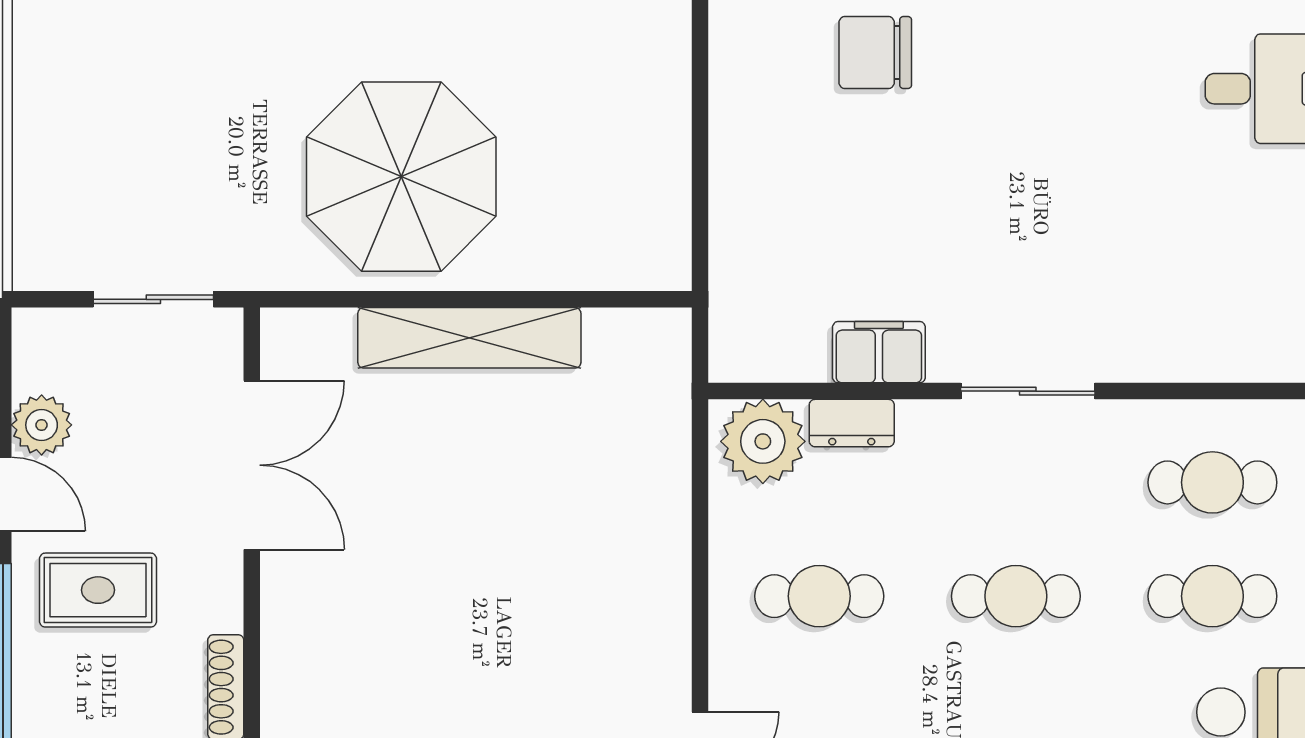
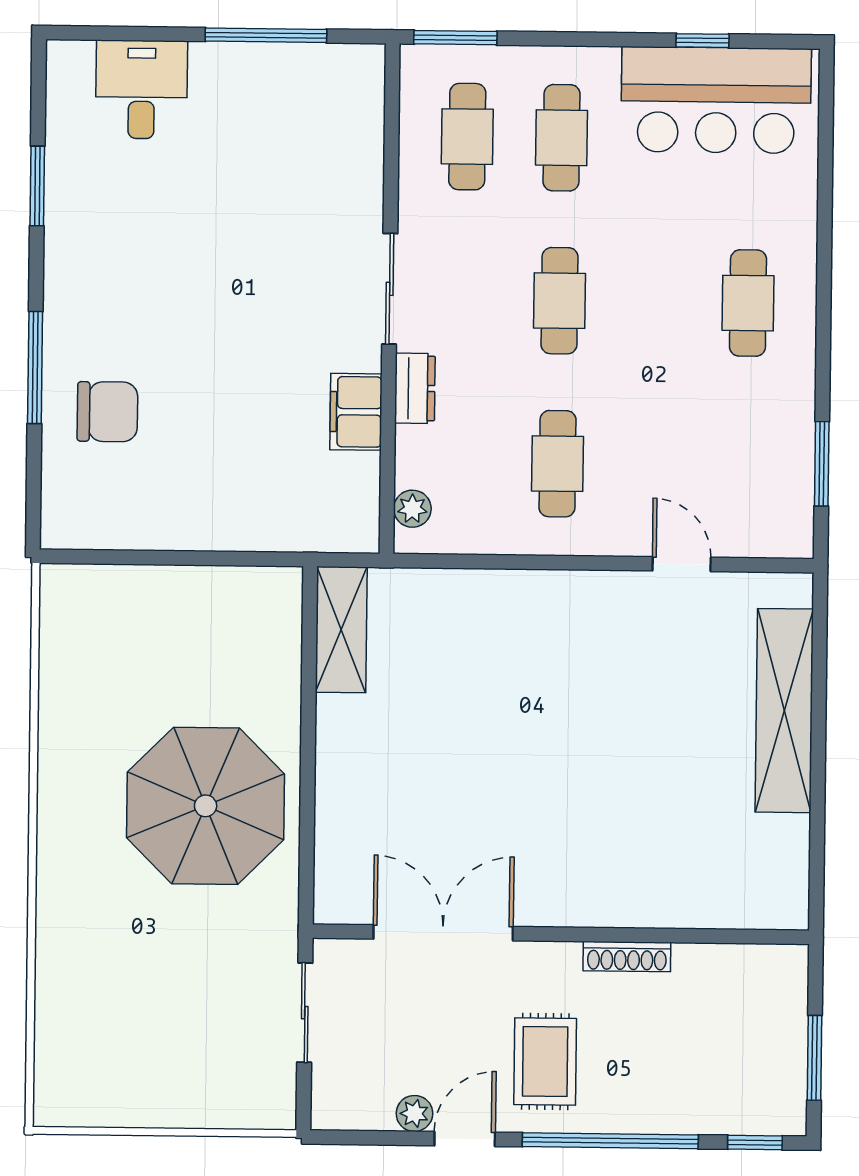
chair: (875, 52) -> (107, 412), turned -90
shelving: (469, 338) -> (341, 630), moved, width x0.68
dresser: (852, 423) -> (415, 388), moved
plant: (42, 425) -> (414, 1113), width x0.73, depth x0.73
plant: (763, 441) -> (412, 509), width x0.53, depth x0.53

